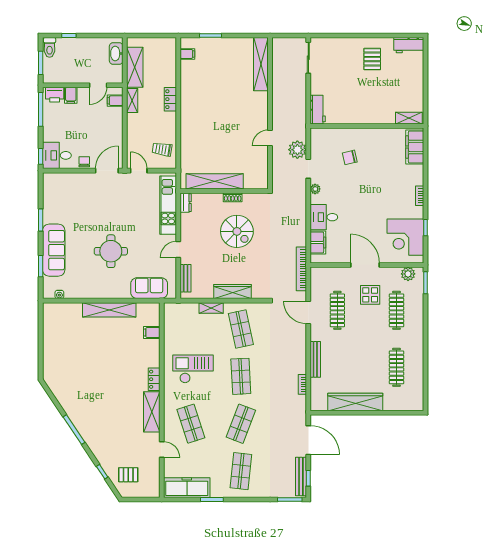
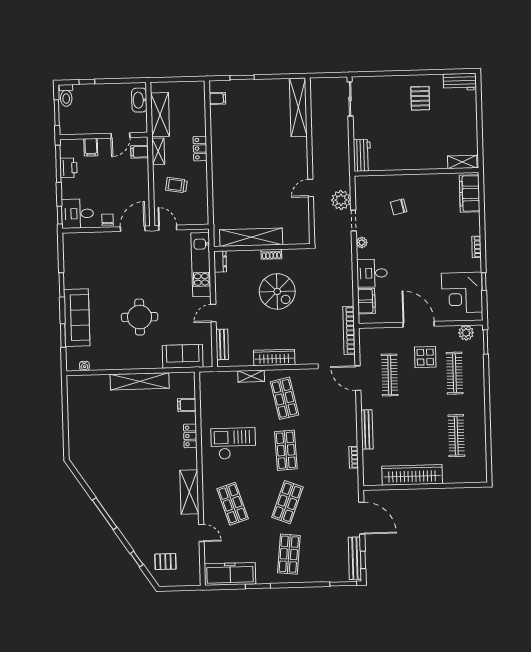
printer: (55, 95) -> (69, 168), moved, turned -90
trolley: (162, 149) -> (176, 185), moved
locker: (154, 379) -> (190, 436), moved

